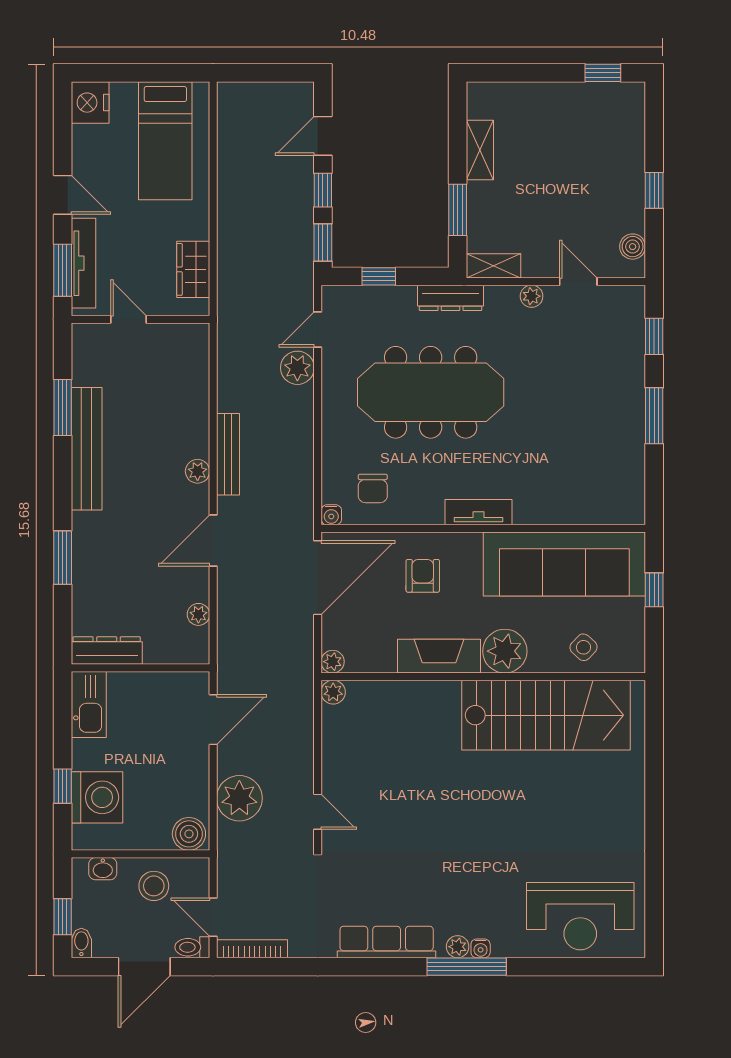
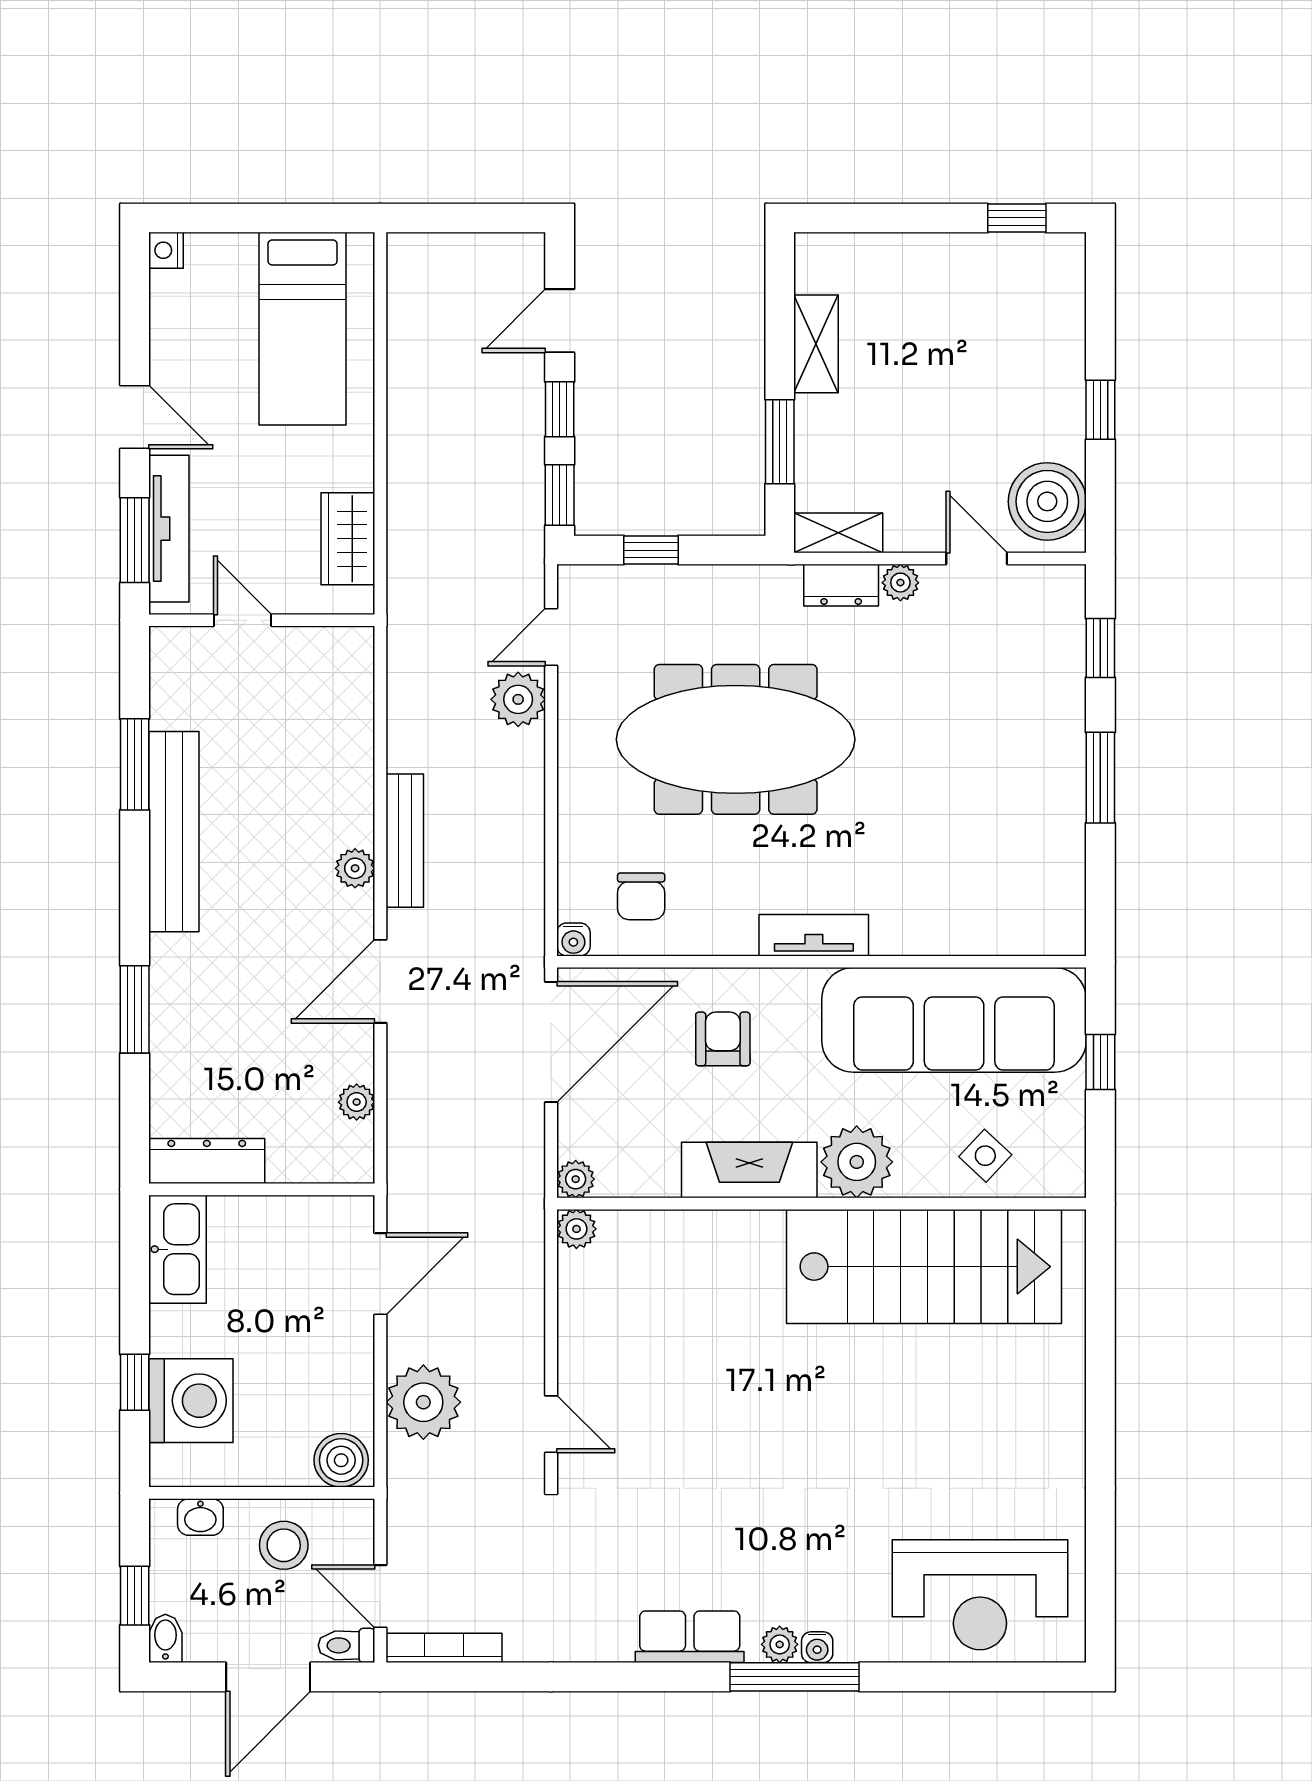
nightstand: (90, 103) -> (166, 250), width x0.53, depth x0.56
boiler: (633, 247) -> (1047, 501), width x1.86, depth x1.86
dresser: (451, 298) -> (841, 585), moved, width x0.70
row of seats: (387, 942) -> (690, 1637), width x0.68

